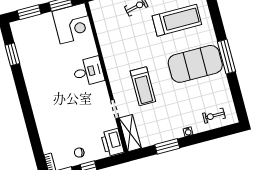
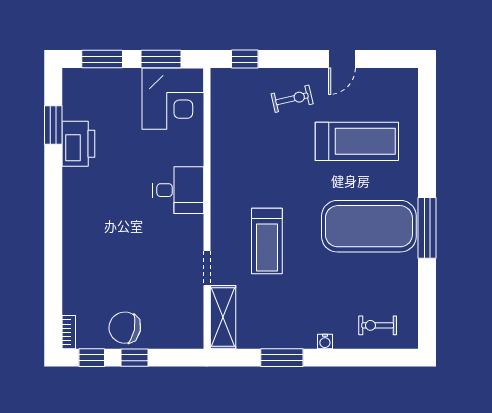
printer: (112, 142) -> (78, 144), moved, turned 180
chair: (79, 153) -> (125, 328), width x1.87, depth x1.87

